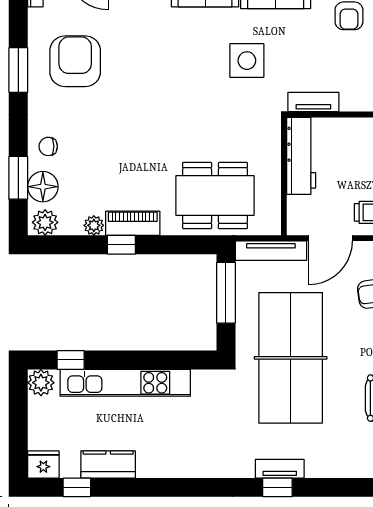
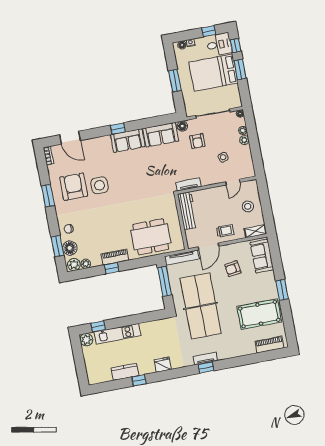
side table: (247, 61) -> (100, 185), moved
plant: (94, 225) -> (86, 264), moved
kitchen unit: (125, 383) -> (118, 334), width x0.73
fridge: (43, 464) -> (163, 365), moved
window: (77, 487) -> (139, 380), moved

